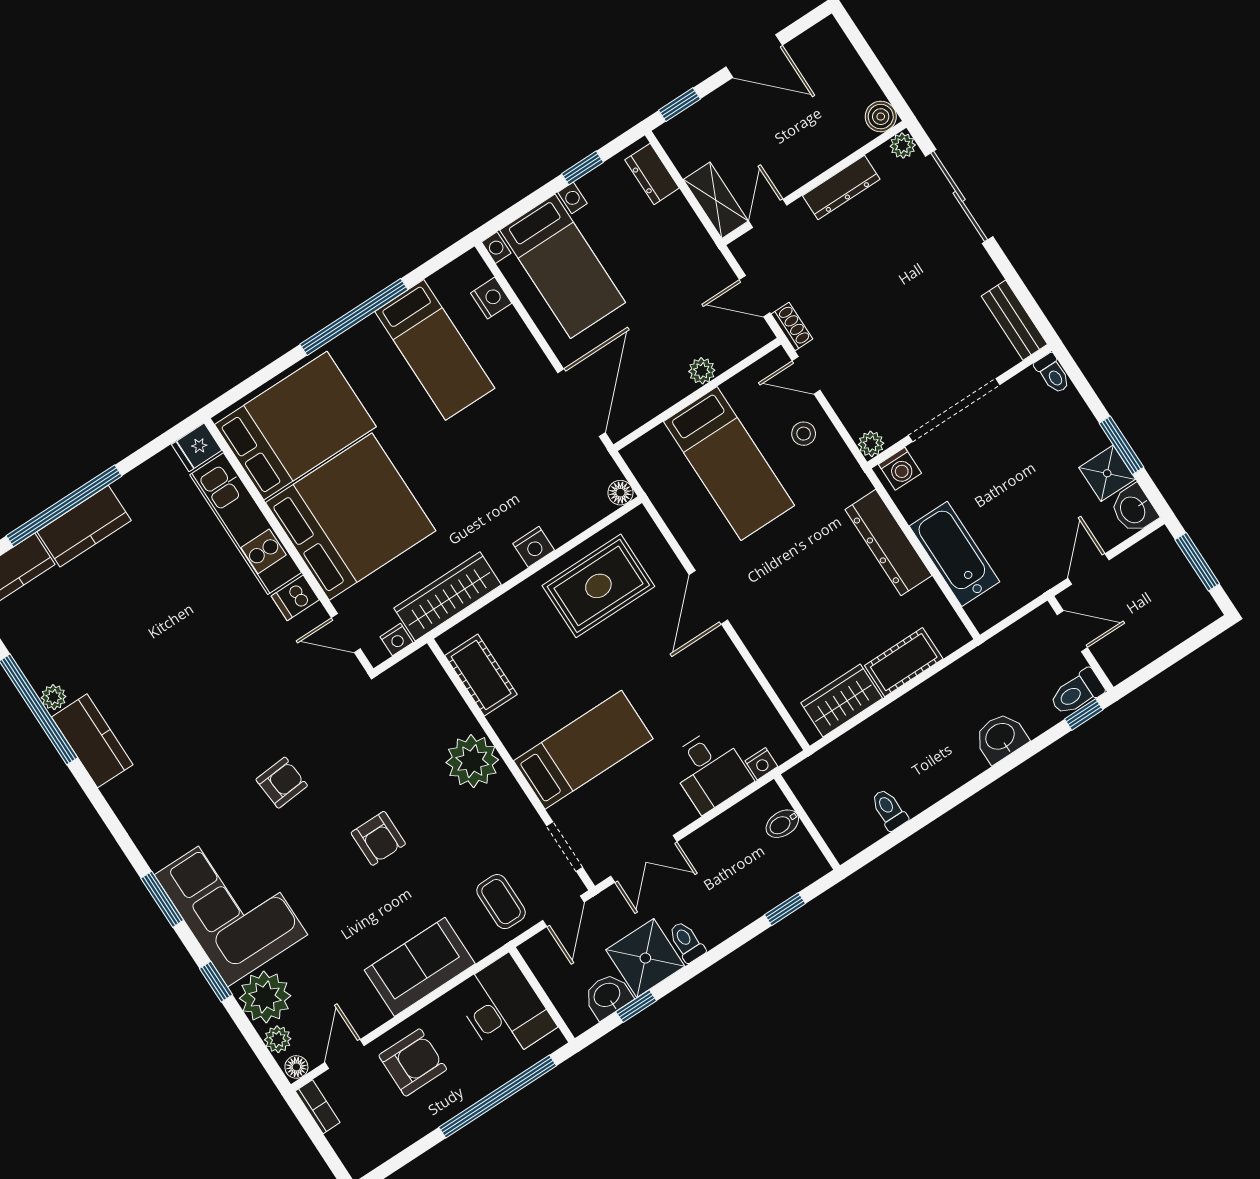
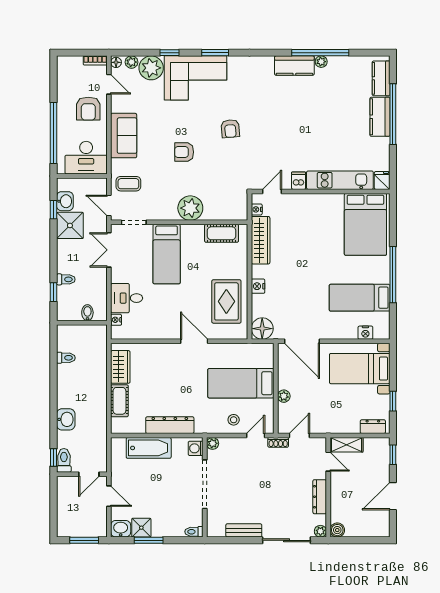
bench: (1014, 320) -> (244, 530), moved
floor lamp: (620, 493) -> (262, 329), width x1.89, depth x1.89
bed: (351, 517) -> (316, 223), removed
toilet: (687, 942) -> (66, 279), moved

